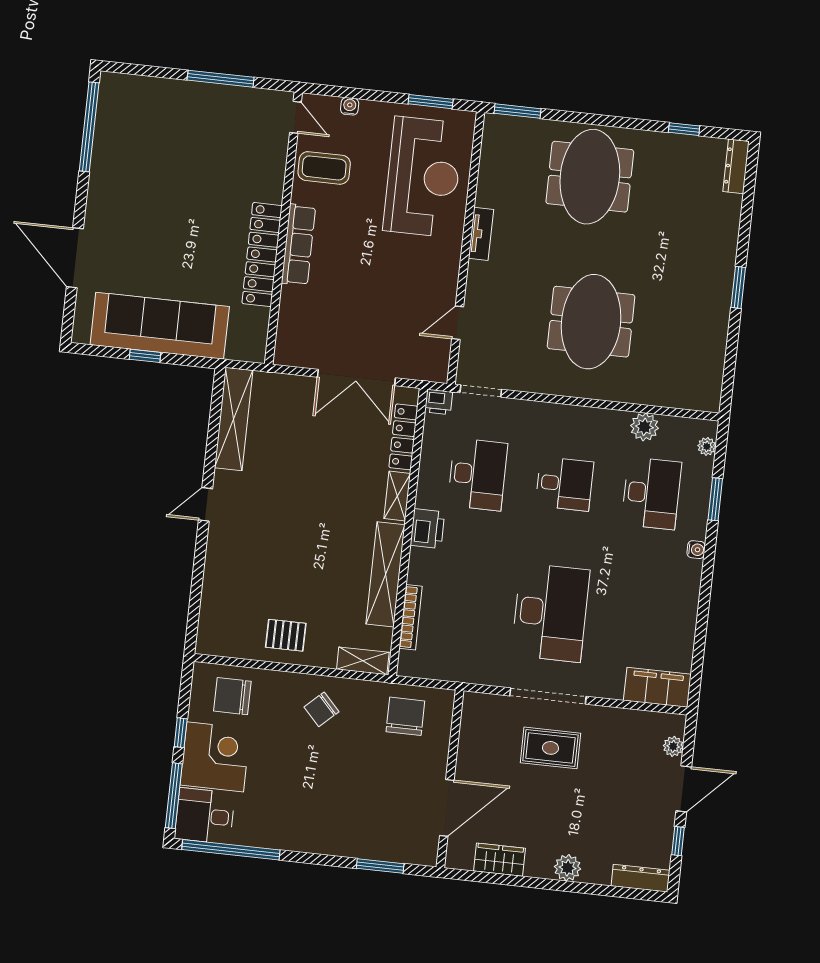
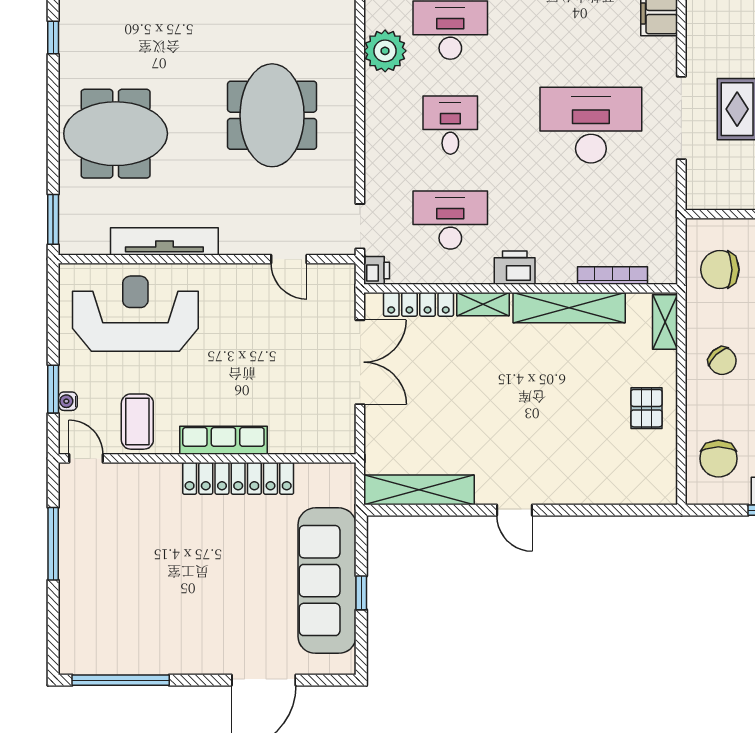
window: (431, 102) -> (53, 389), moved
door: (296, 117) -> (86, 458), hinge flipped
tv unit: (481, 234) -> (164, 241), width x1.92, depth x1.29
meeting table: (591, 322) -> (272, 115), turned 90
plant: (644, 427) -> (385, 51), width x1.36, depth x1.36

